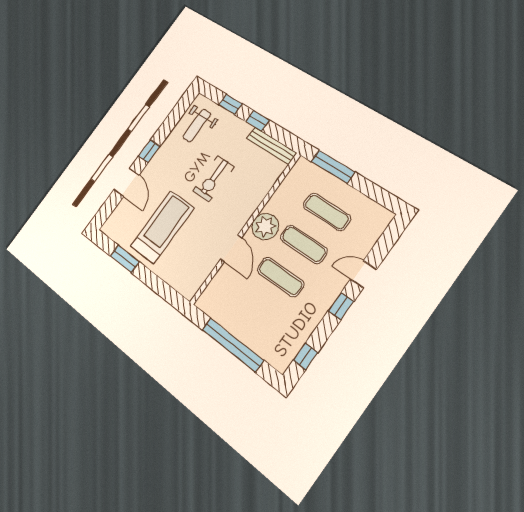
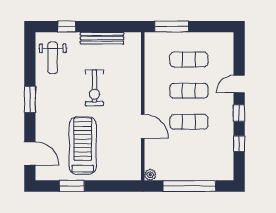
window: (258, 121) -> (96, 27), removed
bench: (272, 146) -> (102, 38), moved
window: (149, 151) -> (30, 99), width x1.50
door: (126, 182) -> (30, 154), moved
plant: (265, 226) -> (150, 175), moved, width x0.53, depth x0.53
window: (306, 356) -> (239, 144), moved

